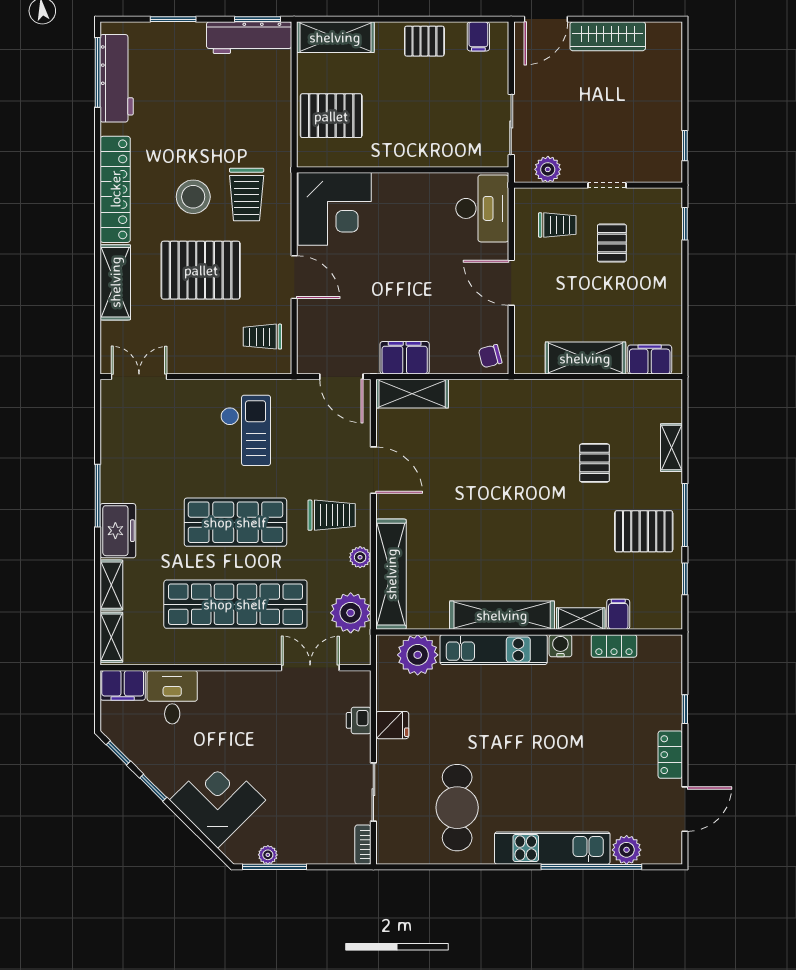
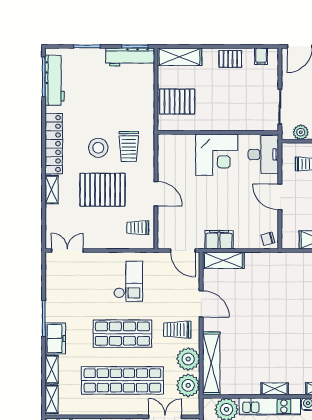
corner desk: (335, 209) -> (217, 155), moved
shelving: (115, 282) -> (52, 189), width x0.67, depth x0.75
trolley: (332, 515) -> (177, 330), turned 180
plant: (360, 557) -> (188, 359), width x1.87, depth x1.87
shelving: (502, 615) -> (275, 389), width x0.45, depth x0.75

